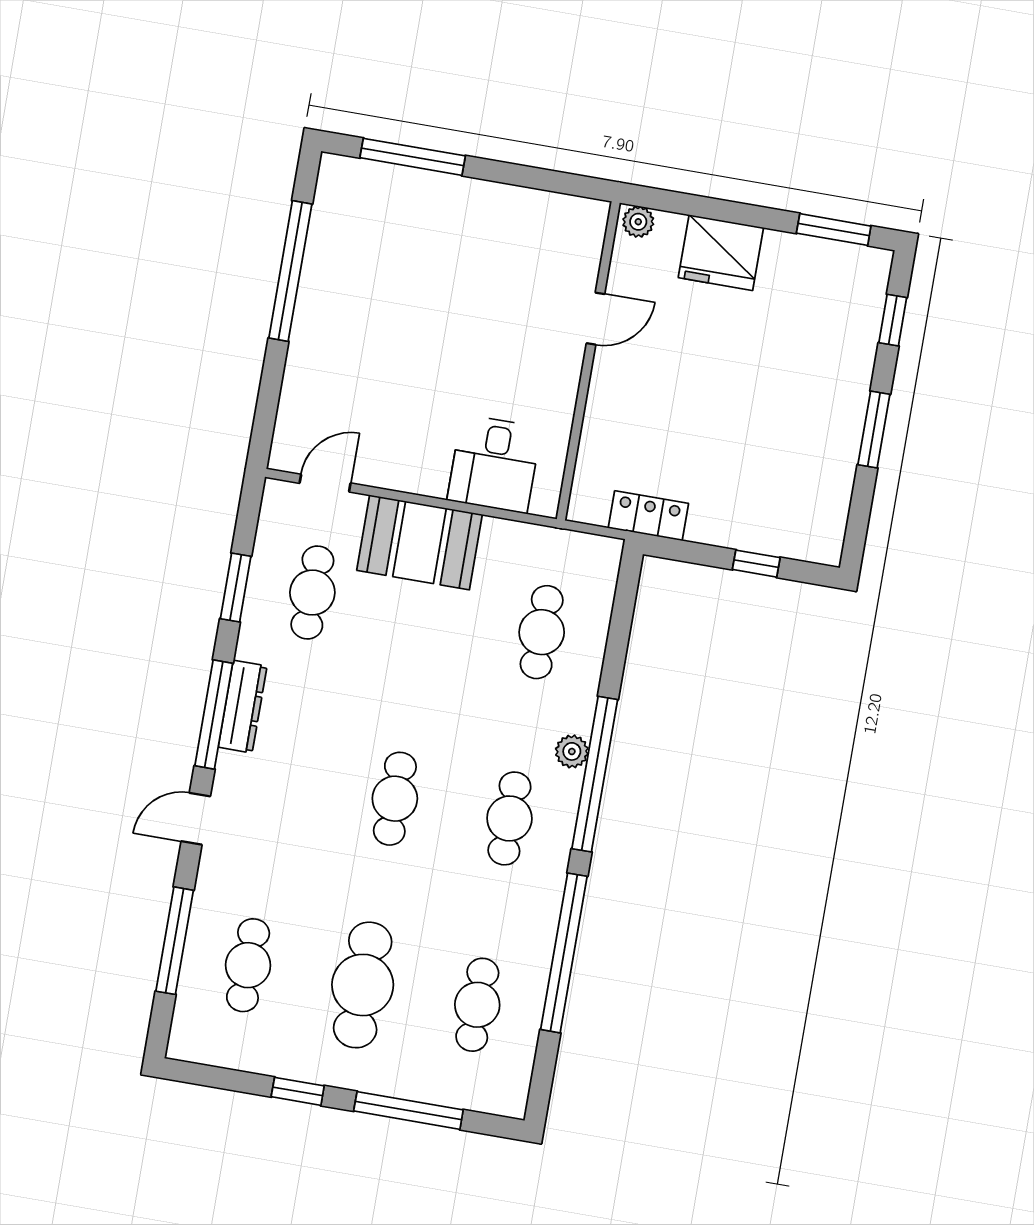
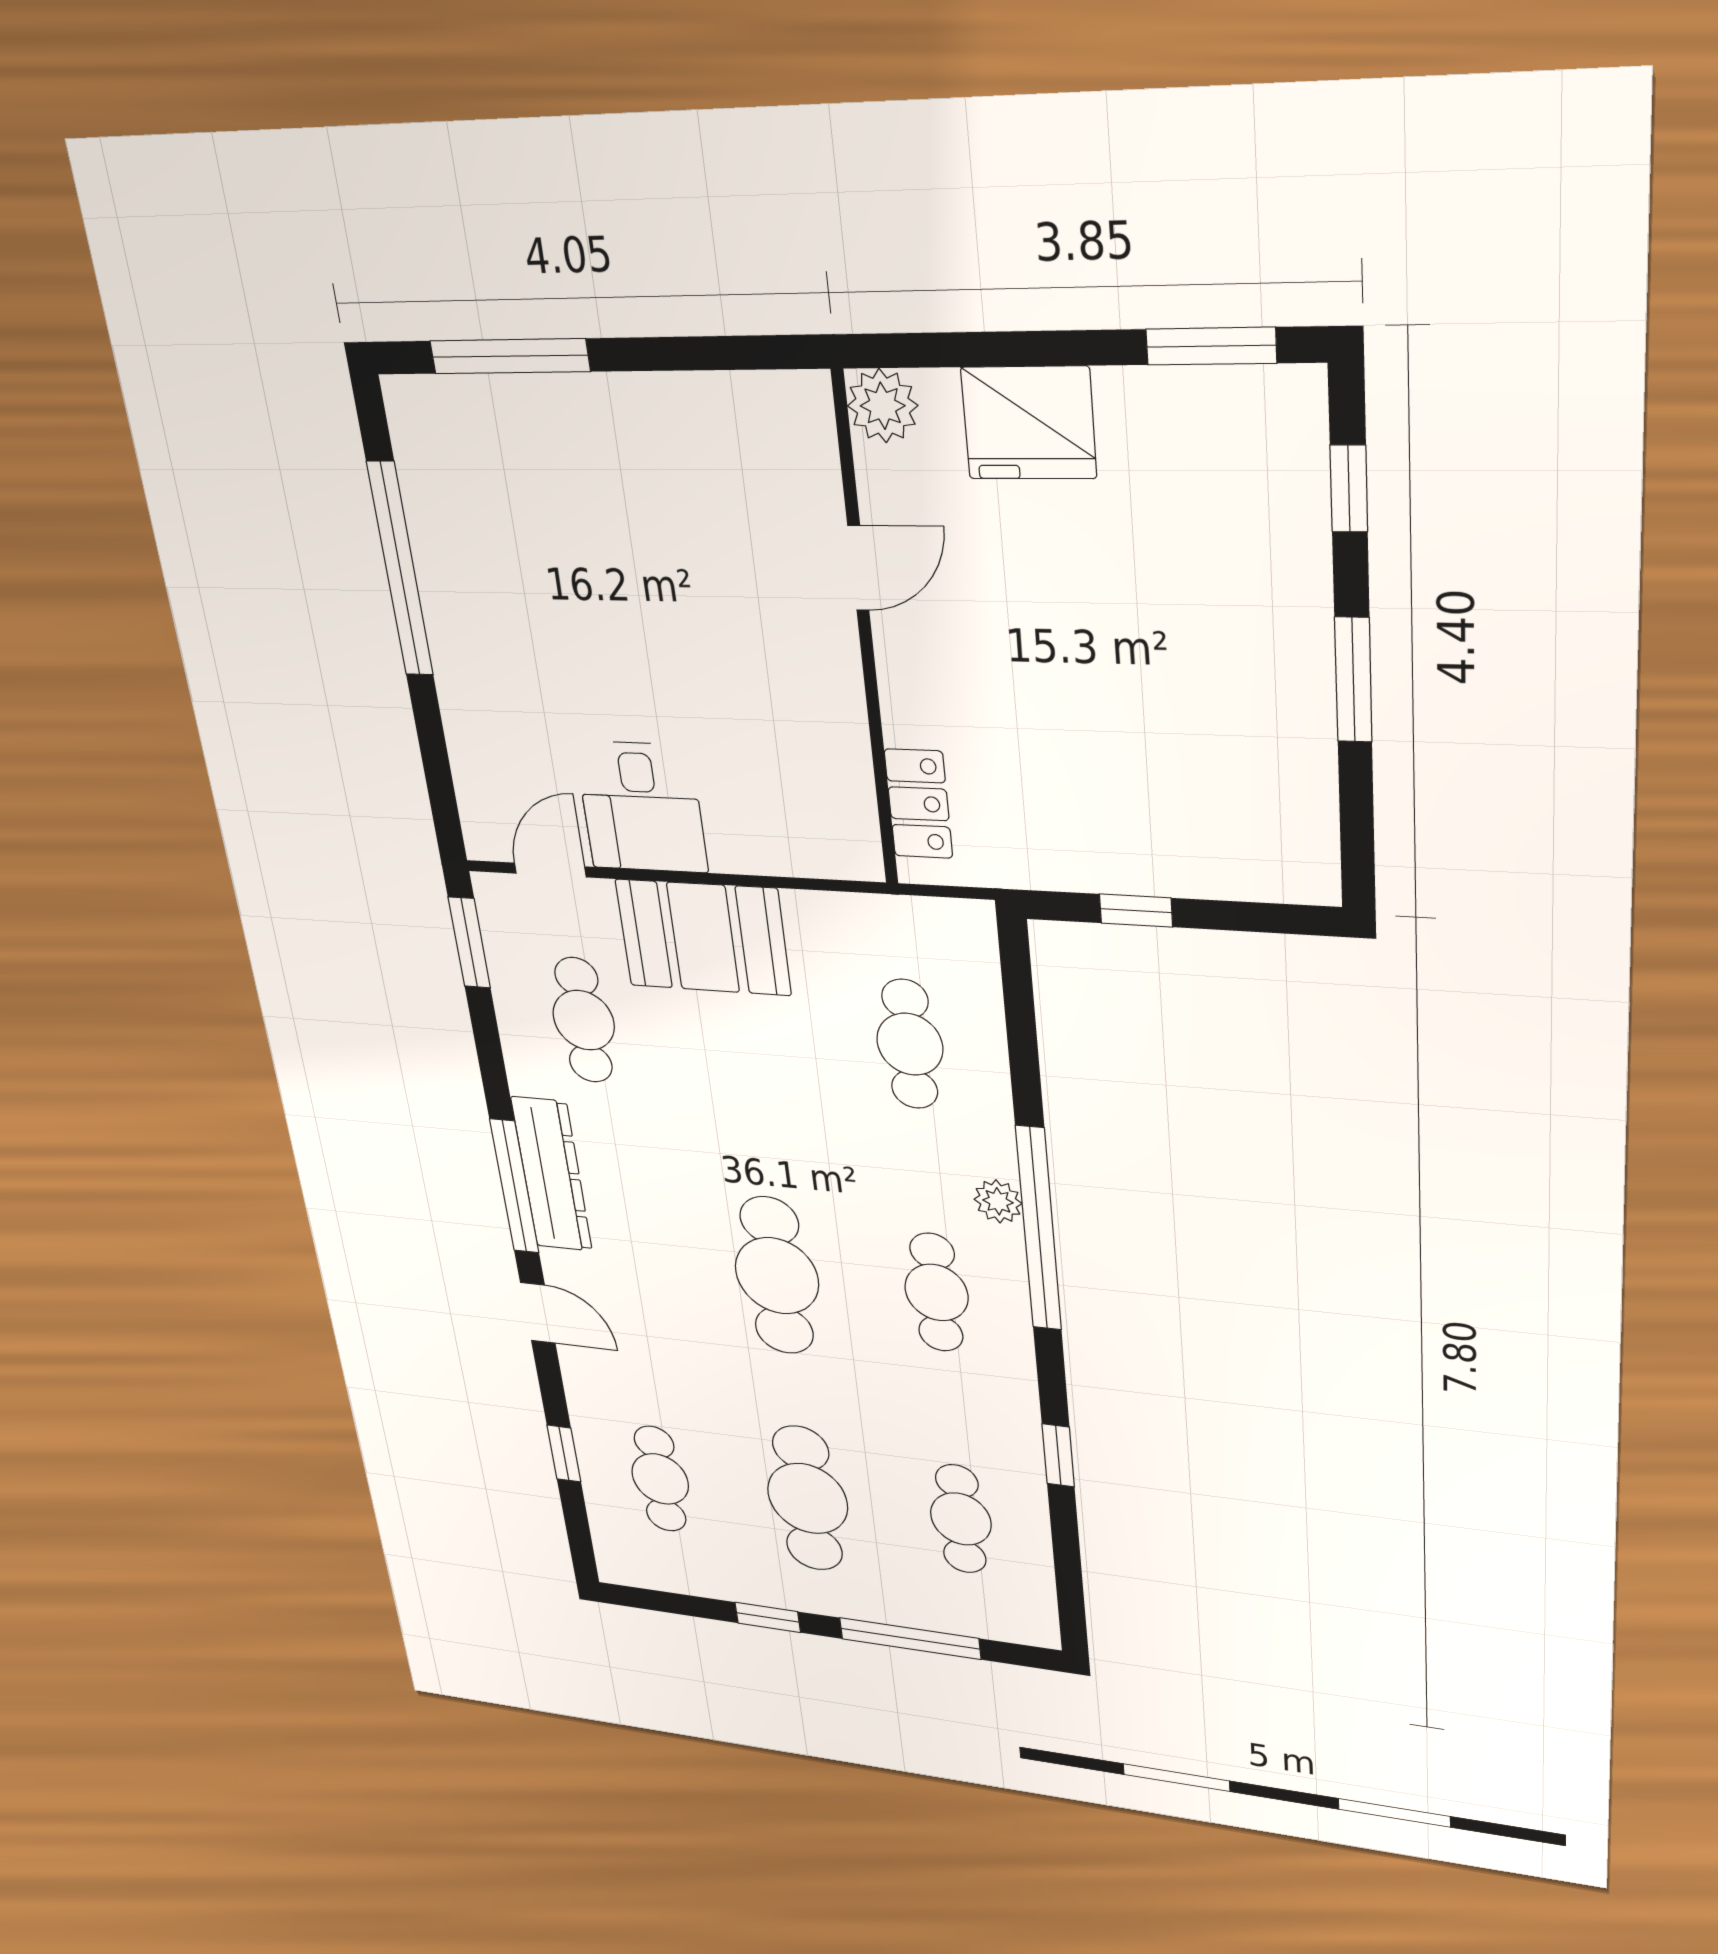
plant: (638, 222) -> (883, 406), width x1.38, depth x1.38
desk: (494, 464) -> (641, 807), moved
locker: (648, 516) -> (918, 804), moved, turned 90
window: (756, 564) -> (1136, 911), moved
window: (236, 588) -> (469, 943), moved
dresser: (243, 707) -> (552, 1174), width x1.37, depth x1.24
cafe table: (395, 799) -> (777, 1276), width x1.37, depth x1.35
door: (196, 819) -> (538, 1313), swing flipped
window: (175, 941) -> (564, 1454), width x0.46
window: (564, 953) -> (1058, 1455), width x0.32

